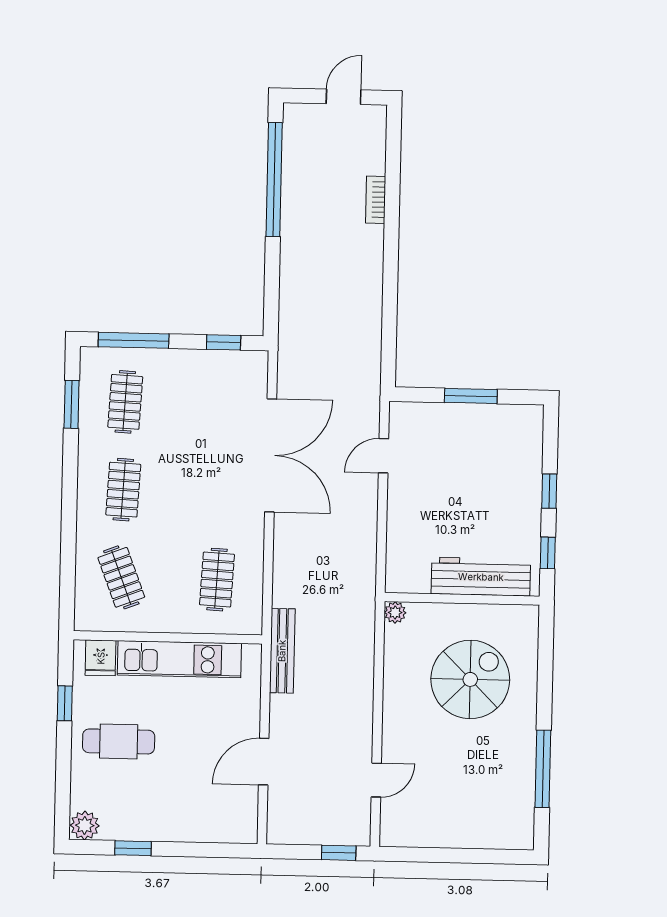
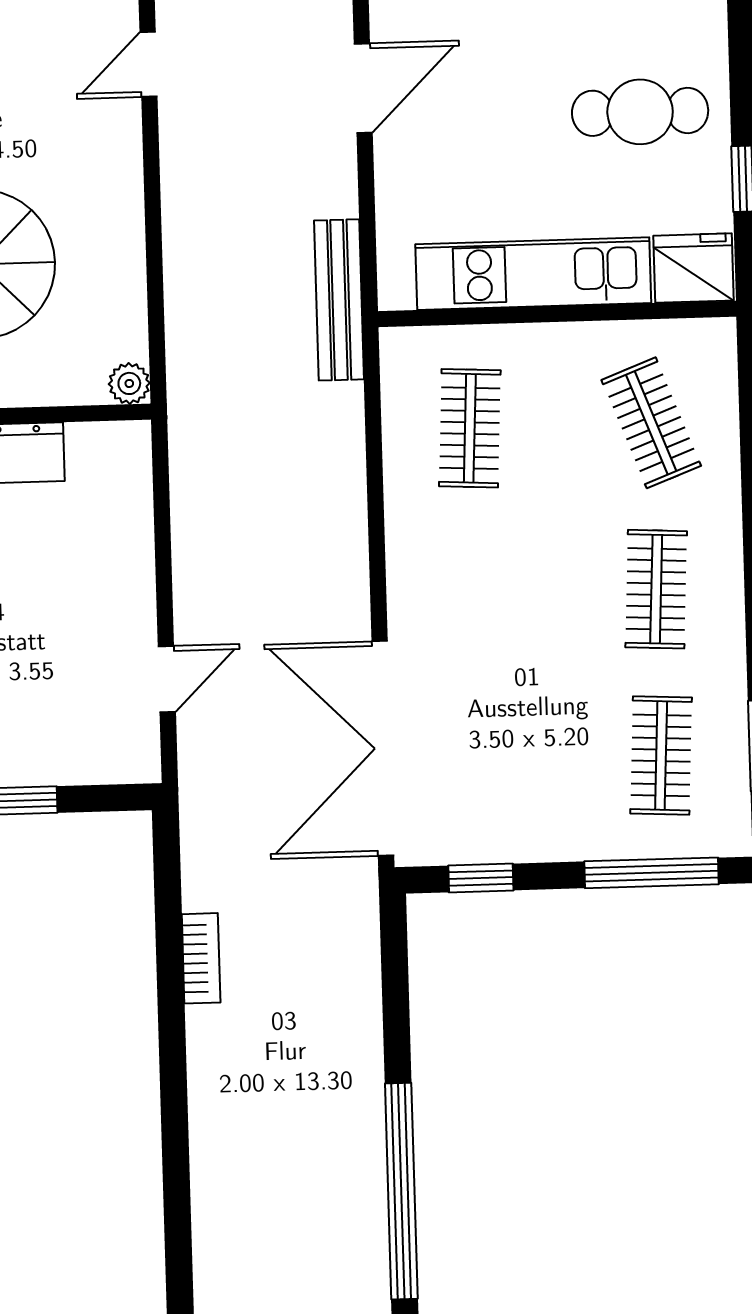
bookcase: (376, 200) -> (201, 958), moved
double door: (271, 455) -> (383, 748), moved
fridge: (101, 658) -> (693, 268), width x1.38

